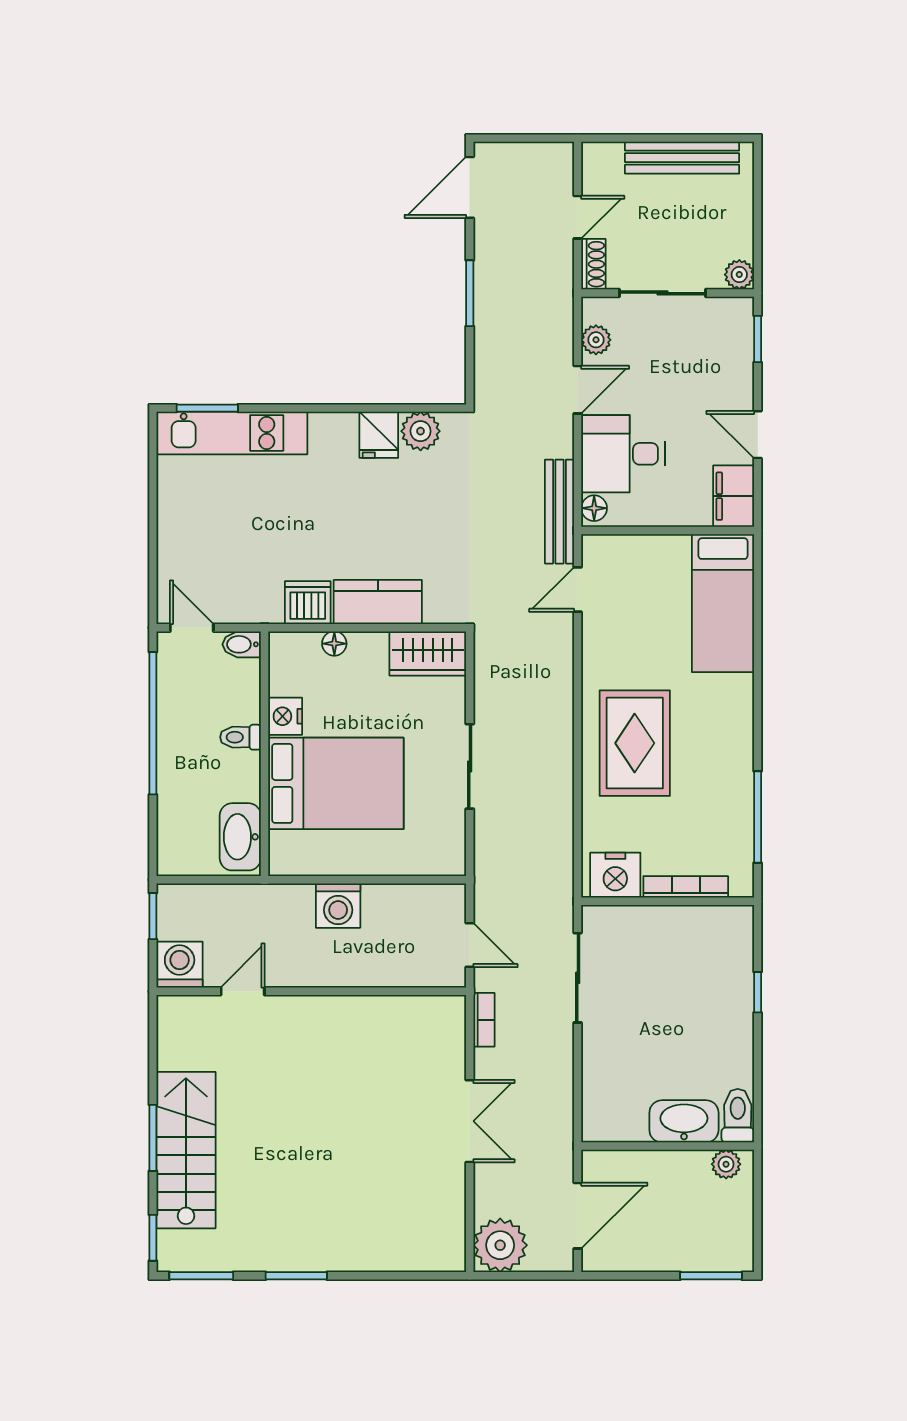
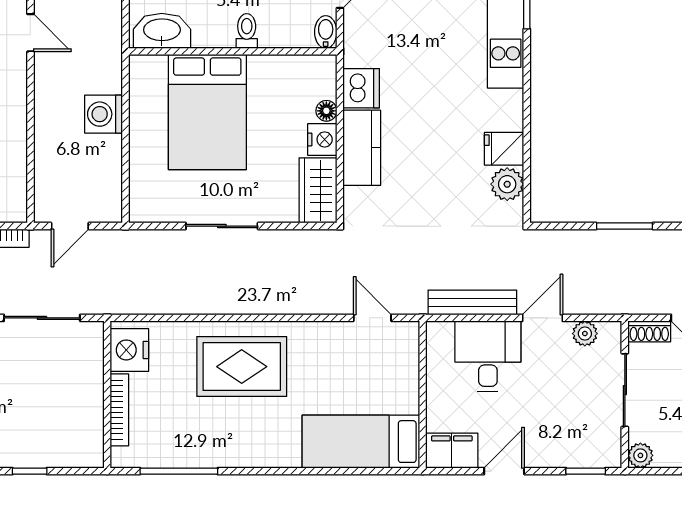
door: (578, 390) -> (542, 318), swing flipped
floor lamp: (594, 508) -> (442, 332), removed
bench: (559, 512) -> (472, 302), moved
nightstand: (285, 716) -> (322, 139), moved, turned 90

